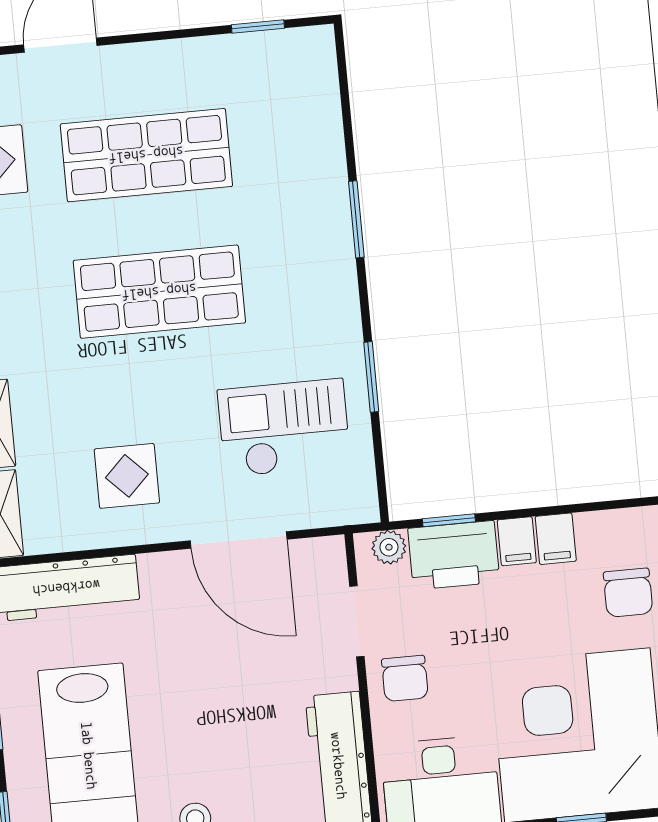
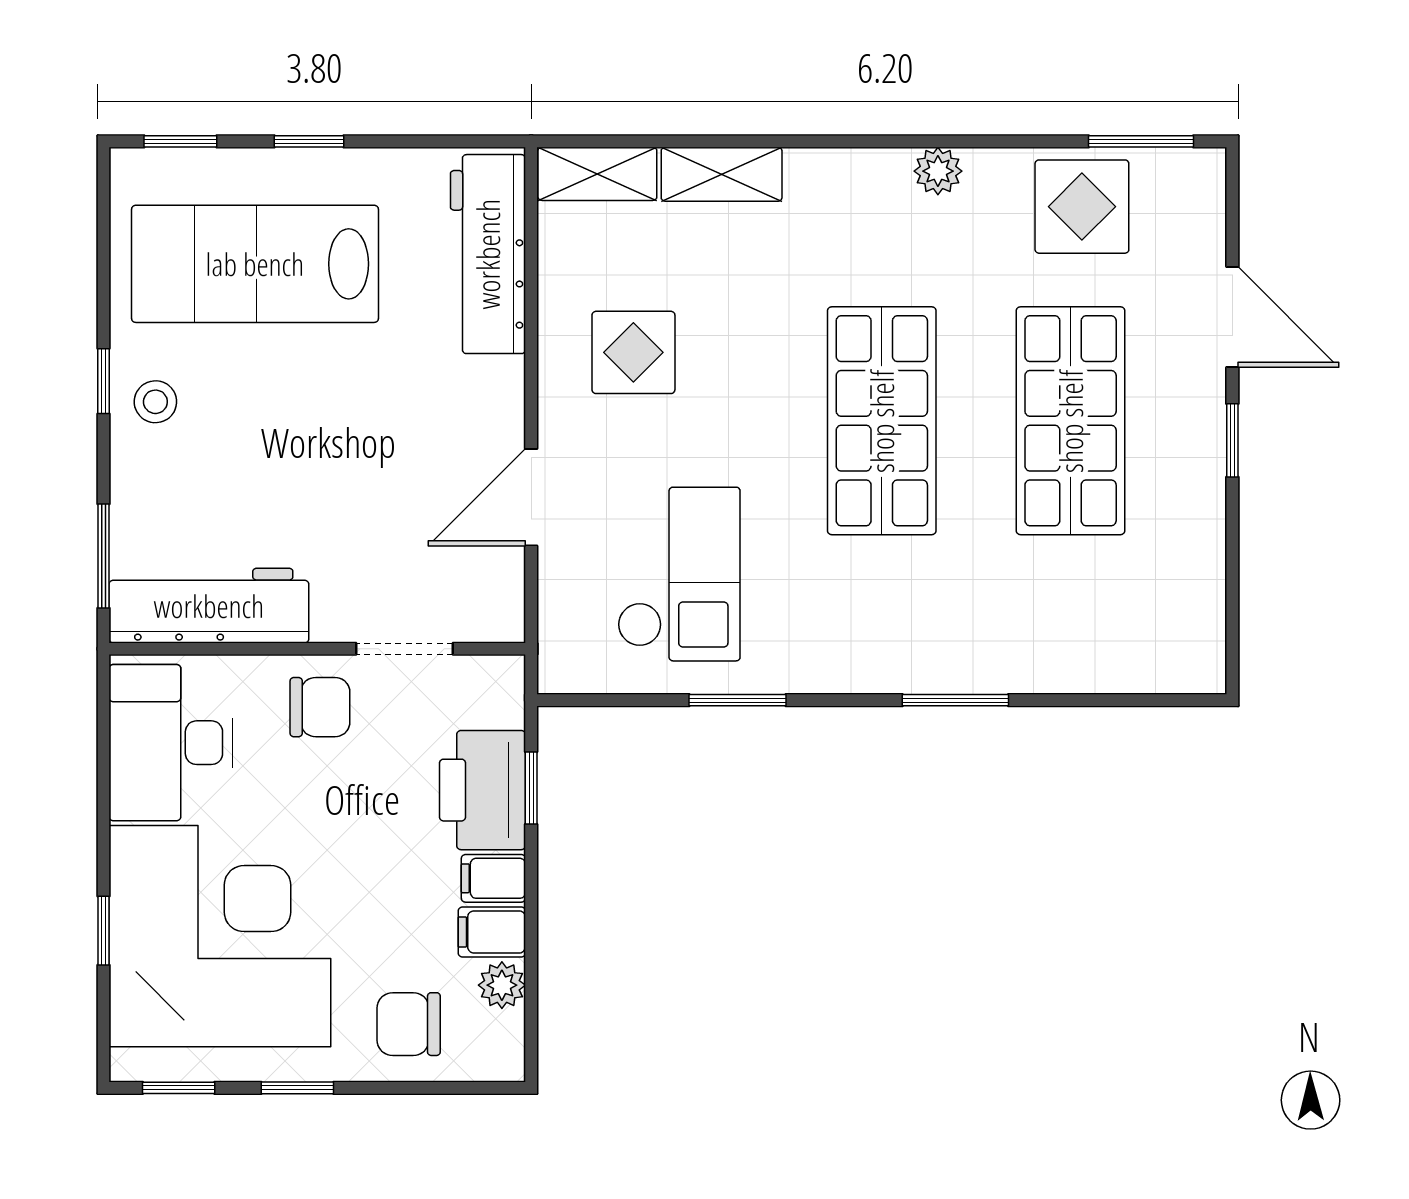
window: (258, 26) -> (1232, 440), moved
door: (239, 540) -> (531, 497), width x0.73
plant: (389, 547) -> (502, 985), moved
chair: (405, 678) -> (320, 707), turned 180

